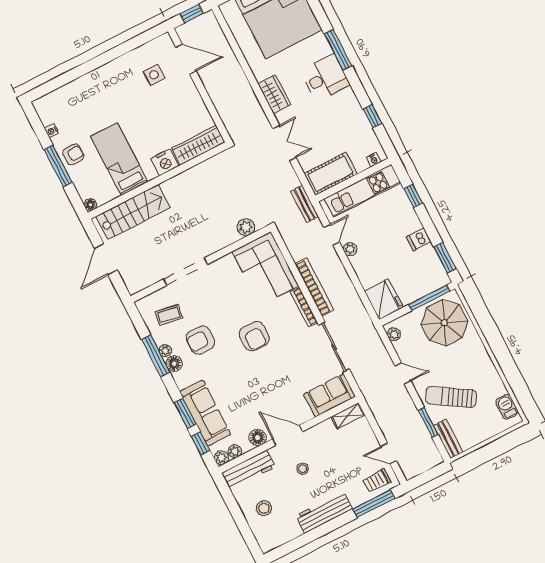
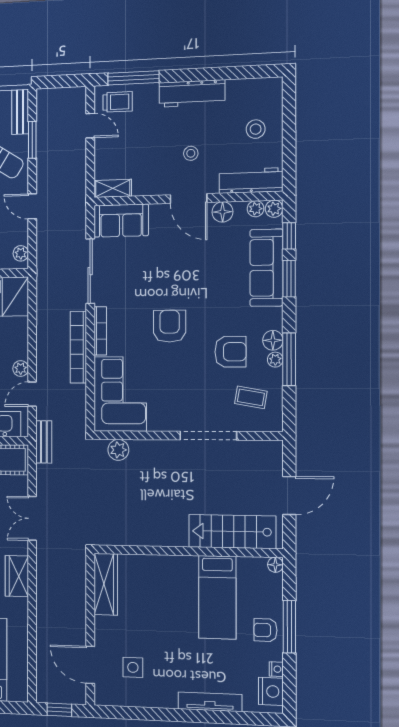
tv unit: (86, 81) -> (210, 702), added
wardrobe: (198, 145) -> (106, 584), moved, turned -90
nightstand: (165, 162) -> (271, 691), moved, turned 90

